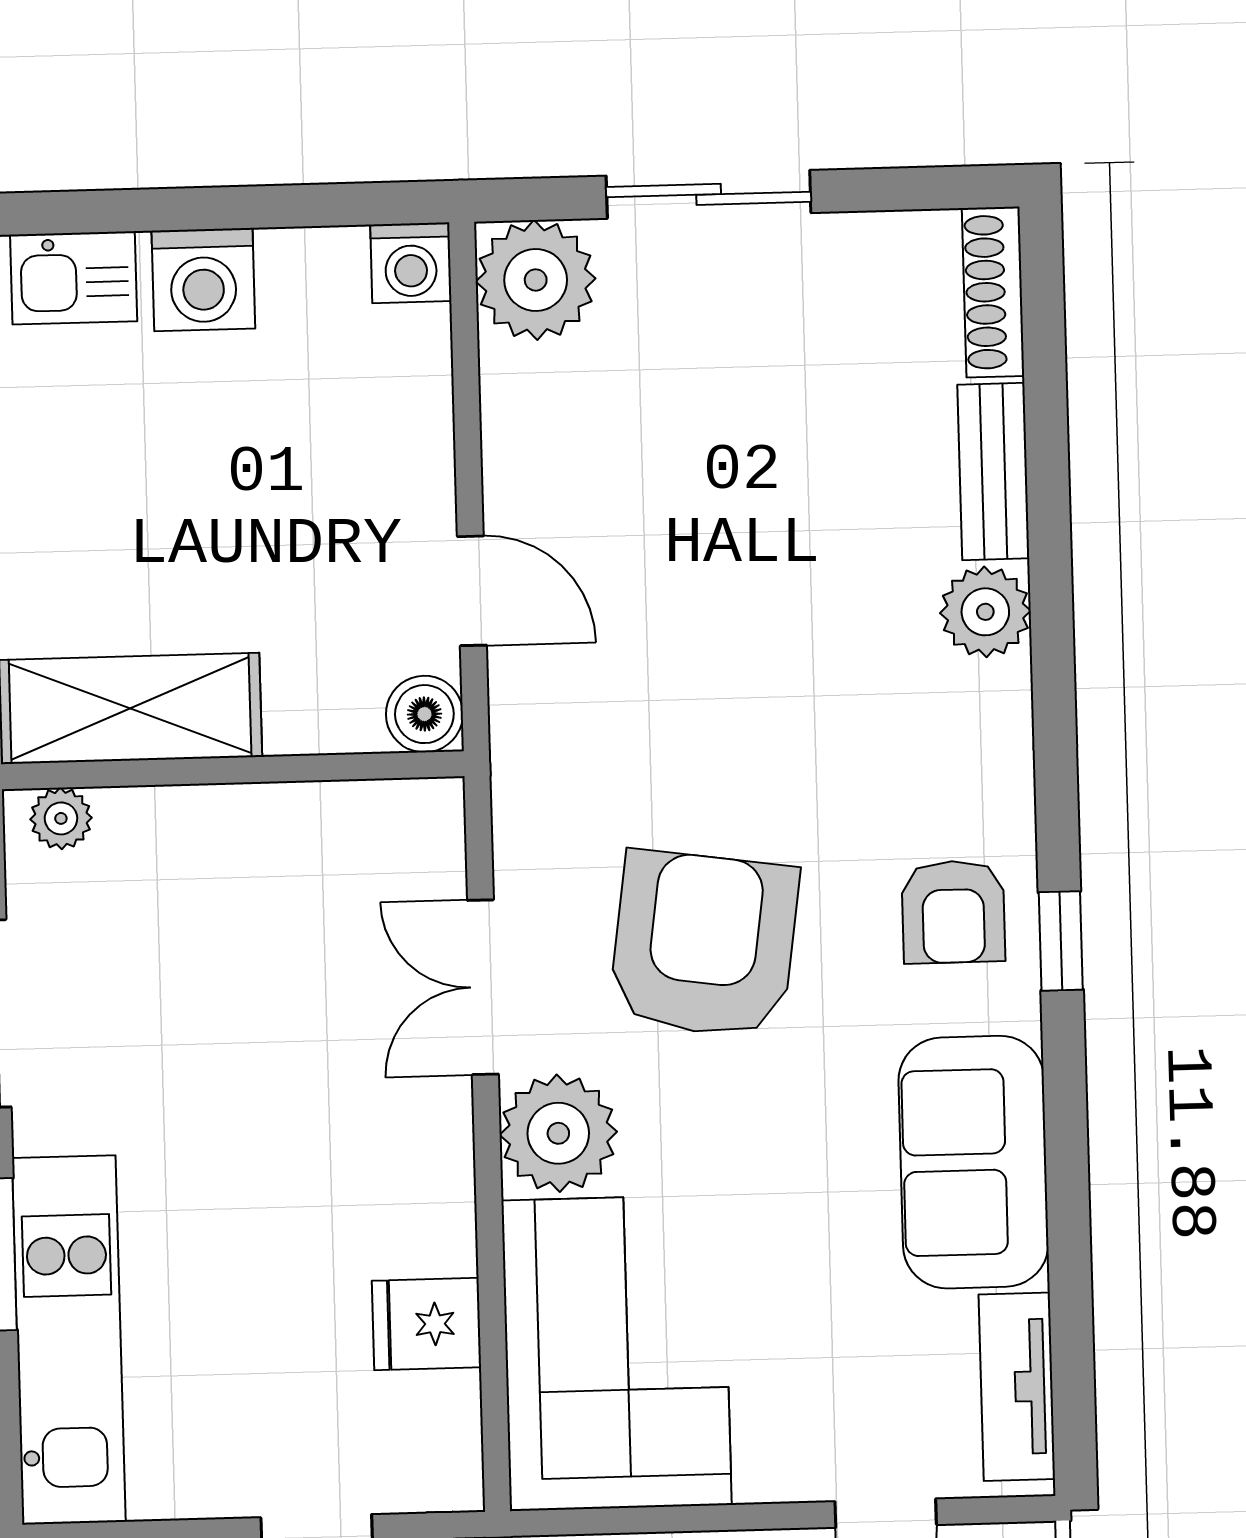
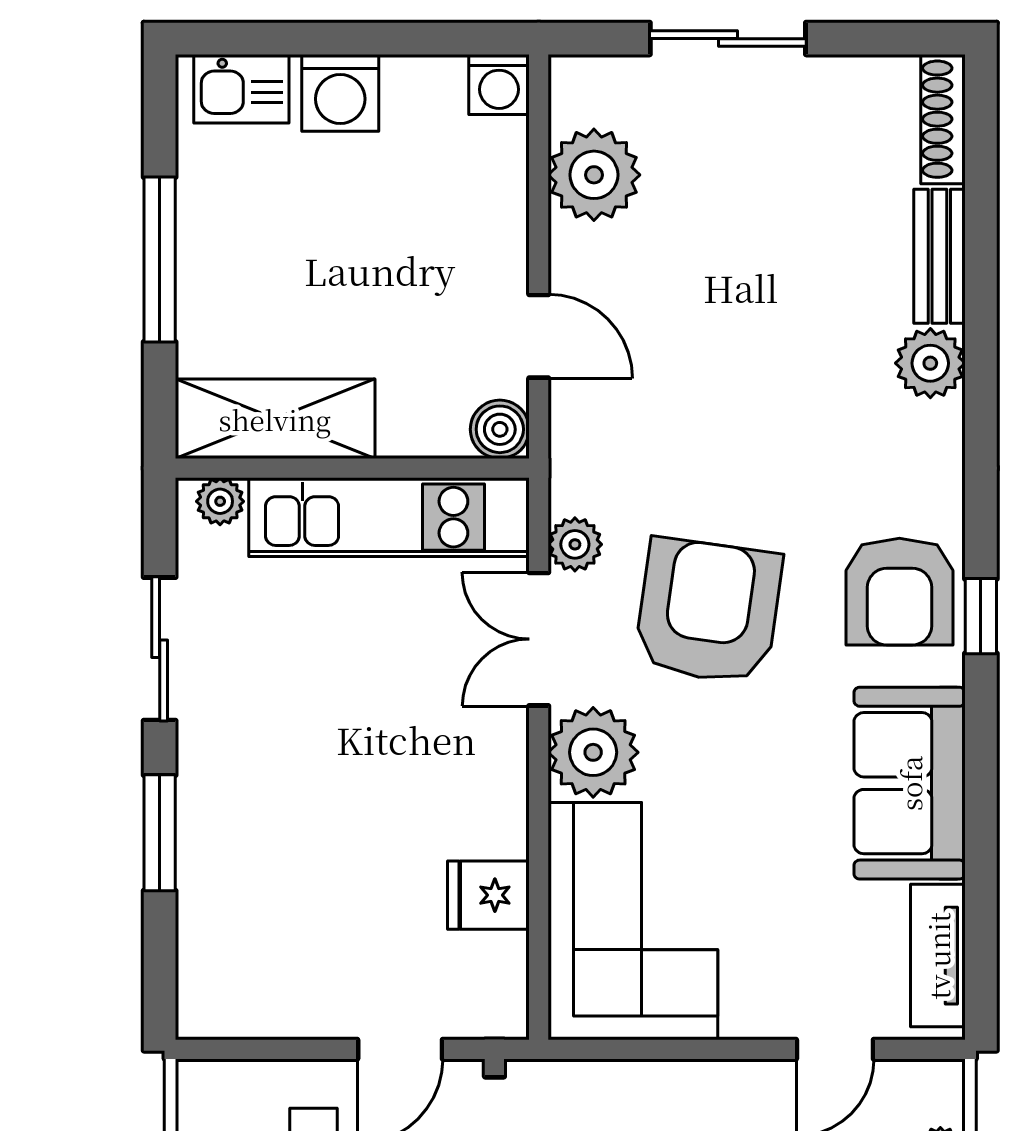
plant: (536, 280) -> (594, 175), moved
plant: (527, 862) -> (575, 544), added
armchair: (953, 912) -> (899, 592), width x1.38, depth x1.38
kitchen unit: (69, 1340) -> (389, 517), moved, turned 90

